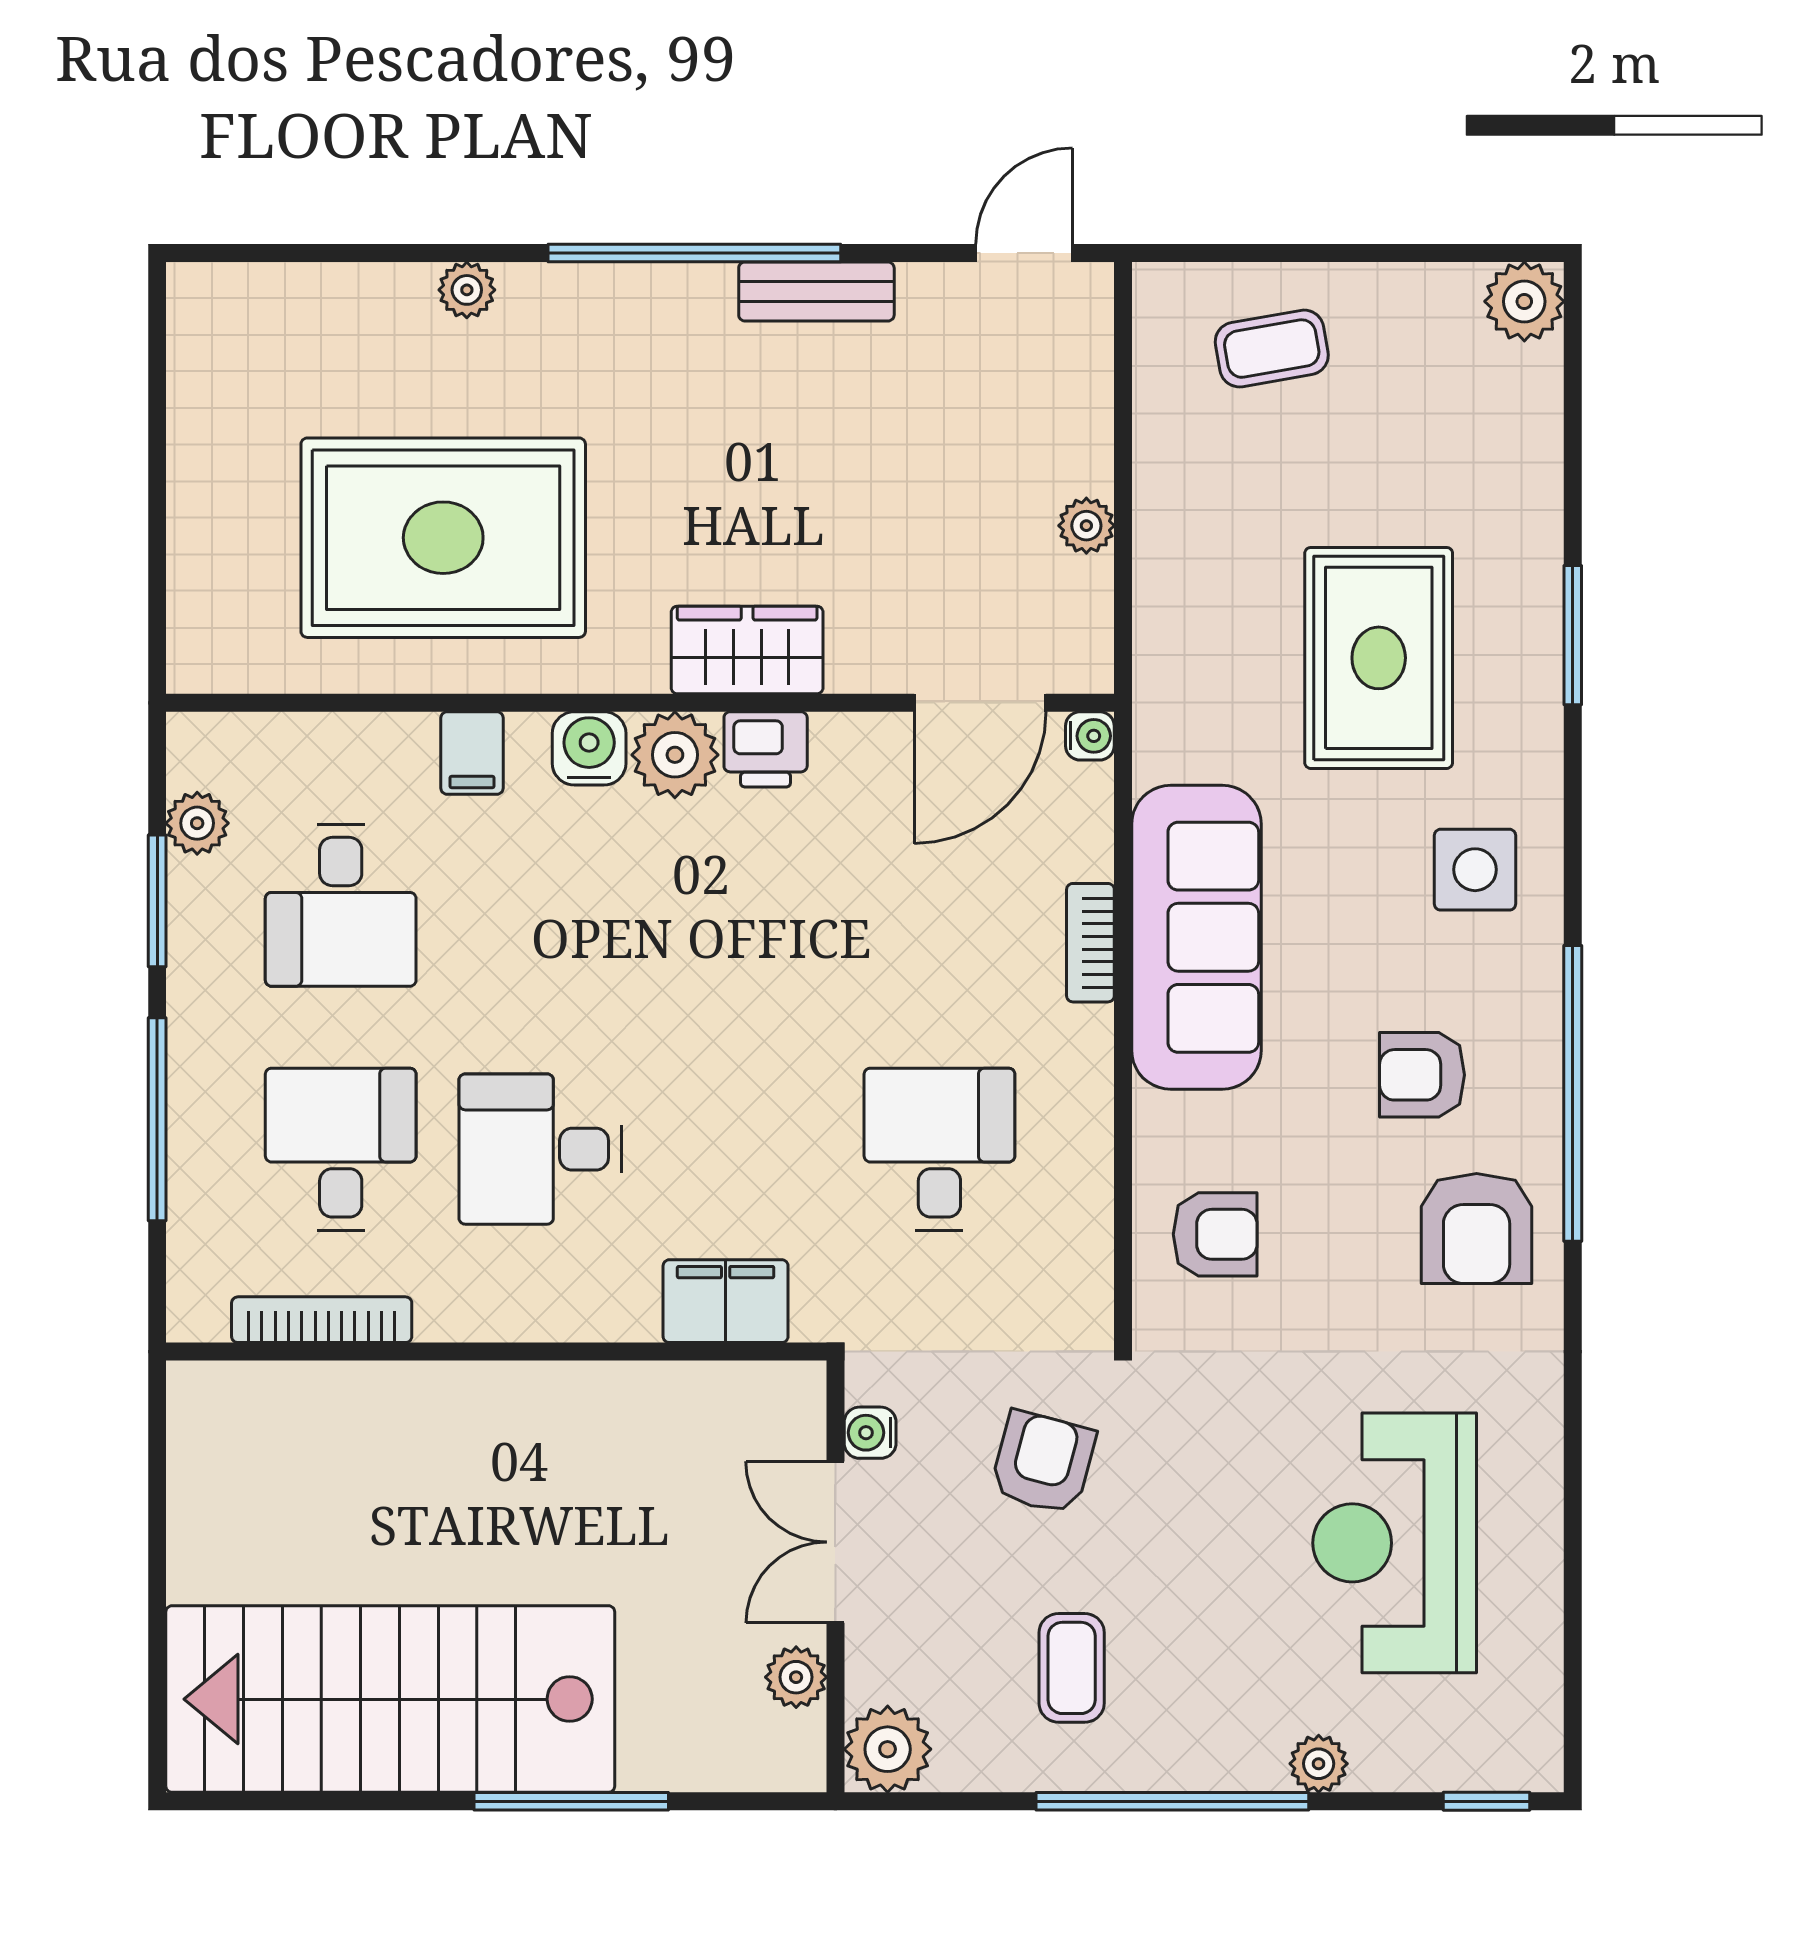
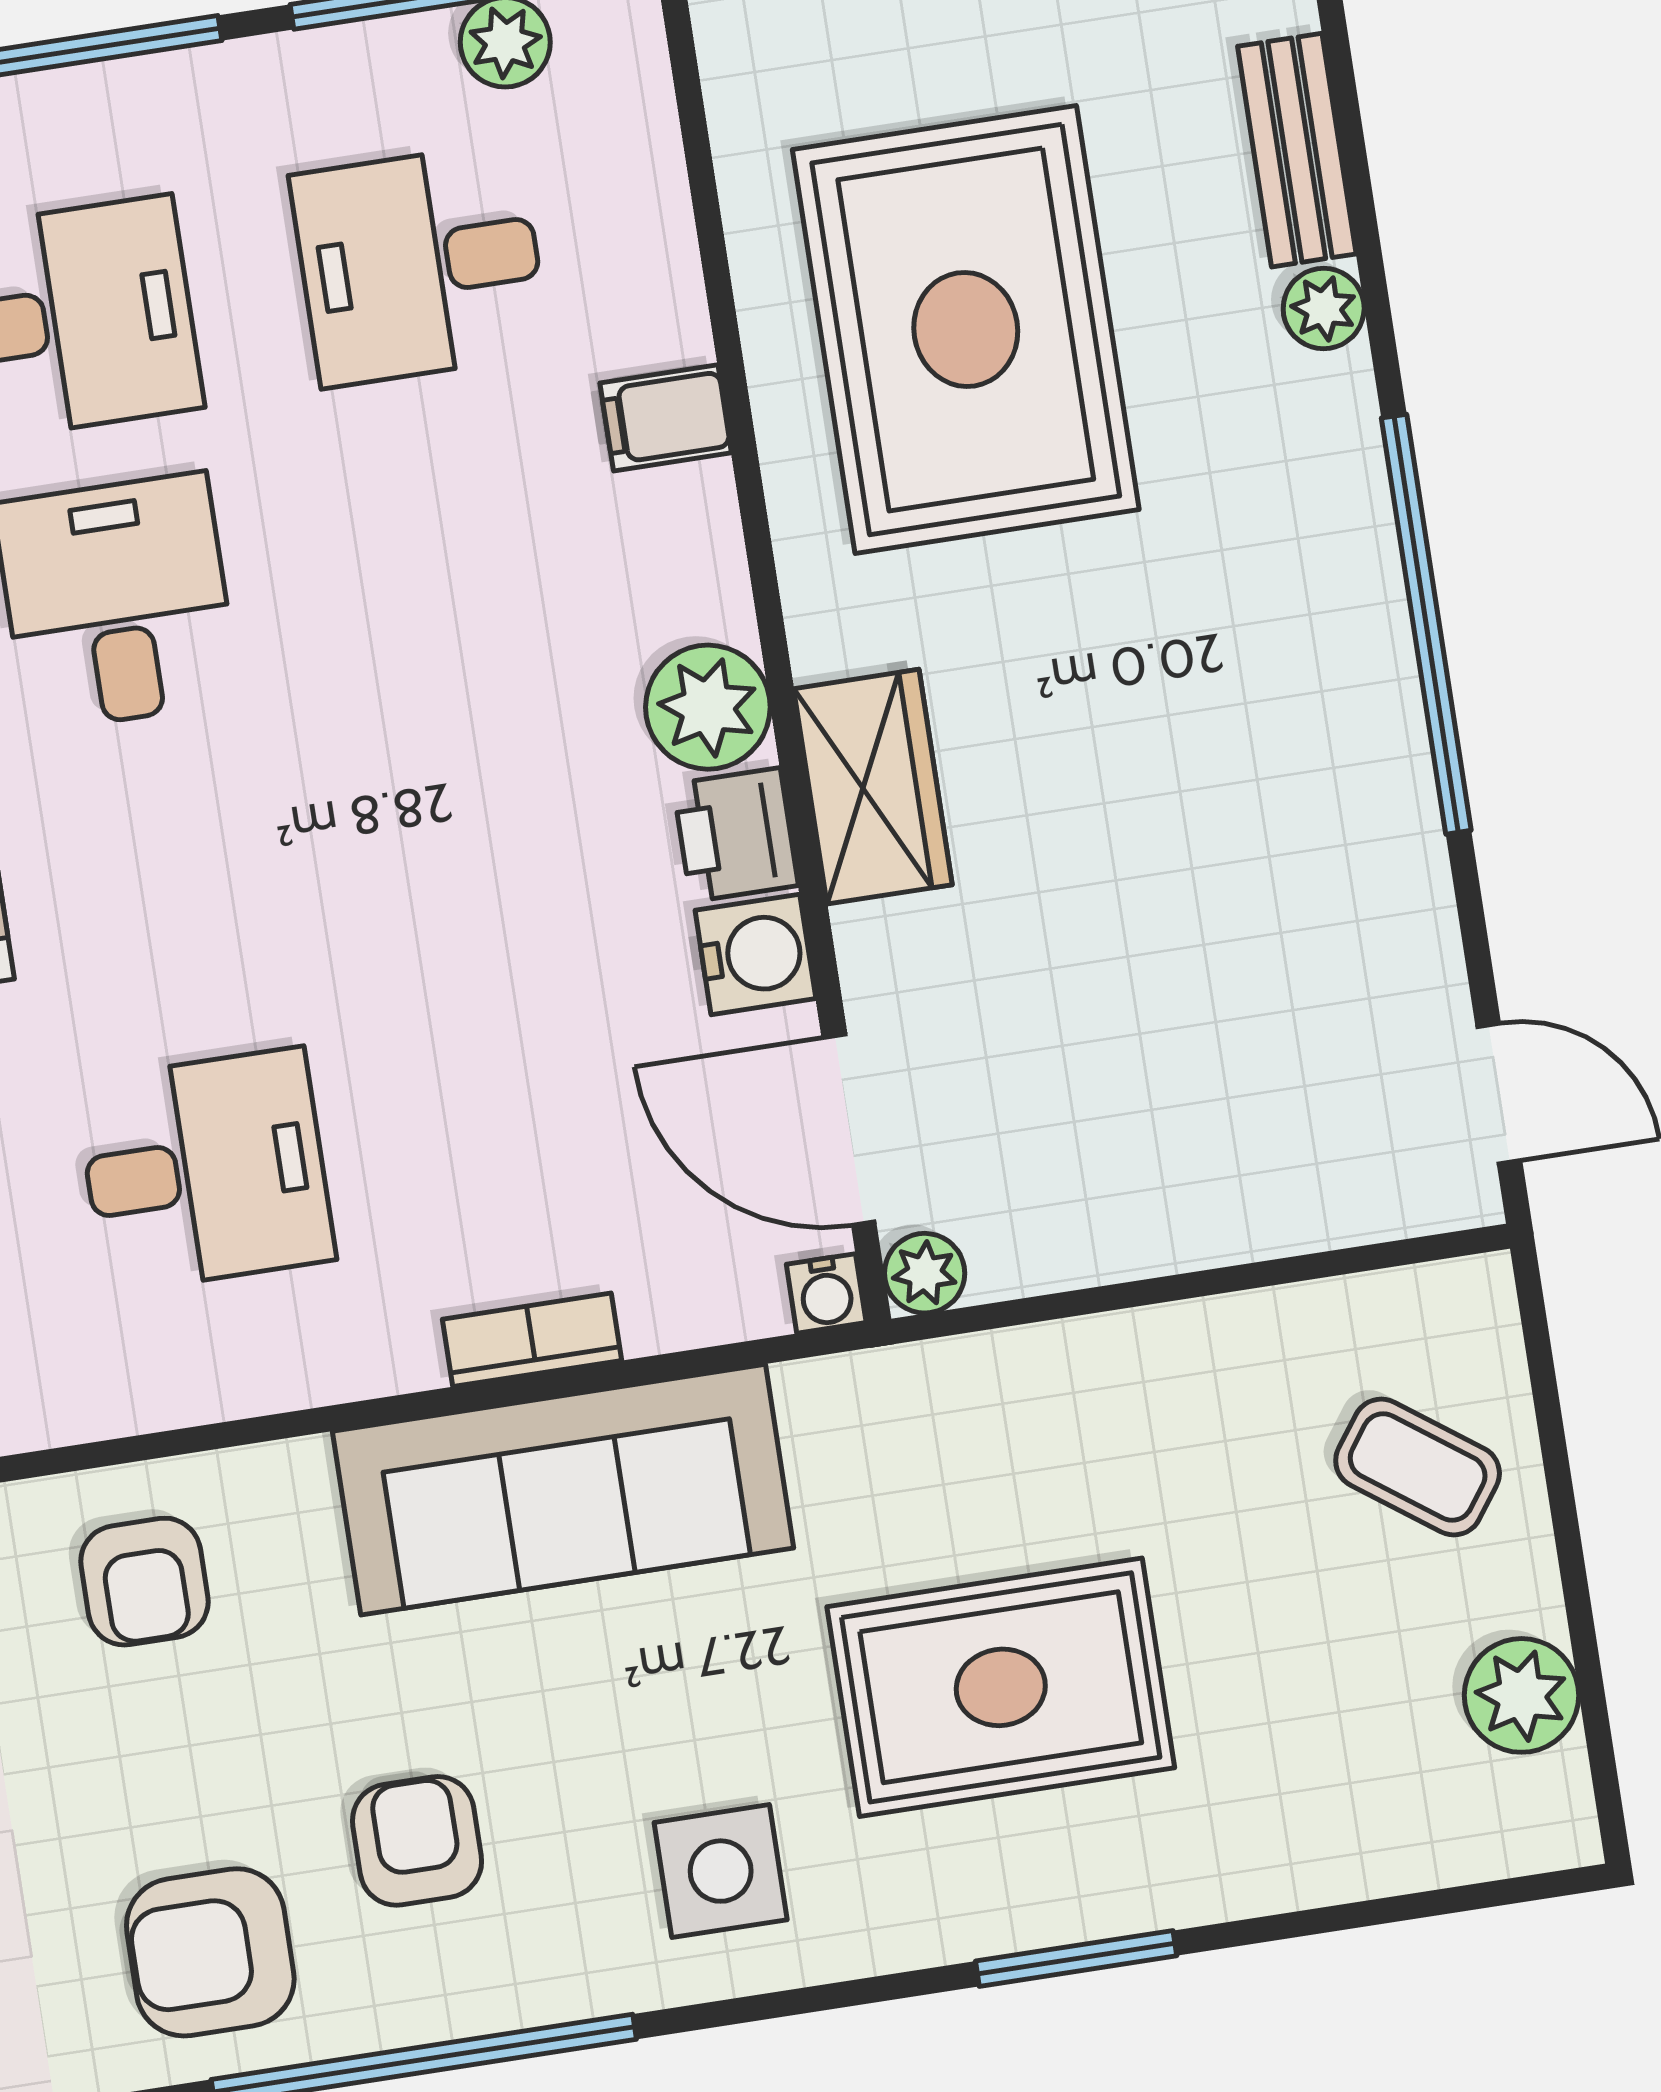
bench: (816, 292) -> (1297, 150), moved
plant: (1524, 301) -> (1521, 1695), moved
coffee table: (1272, 349) -> (1418, 1467), turned -44
plant: (1086, 526) -> (925, 1273), moved
water cooler: (589, 748) -> (755, 954), moved

